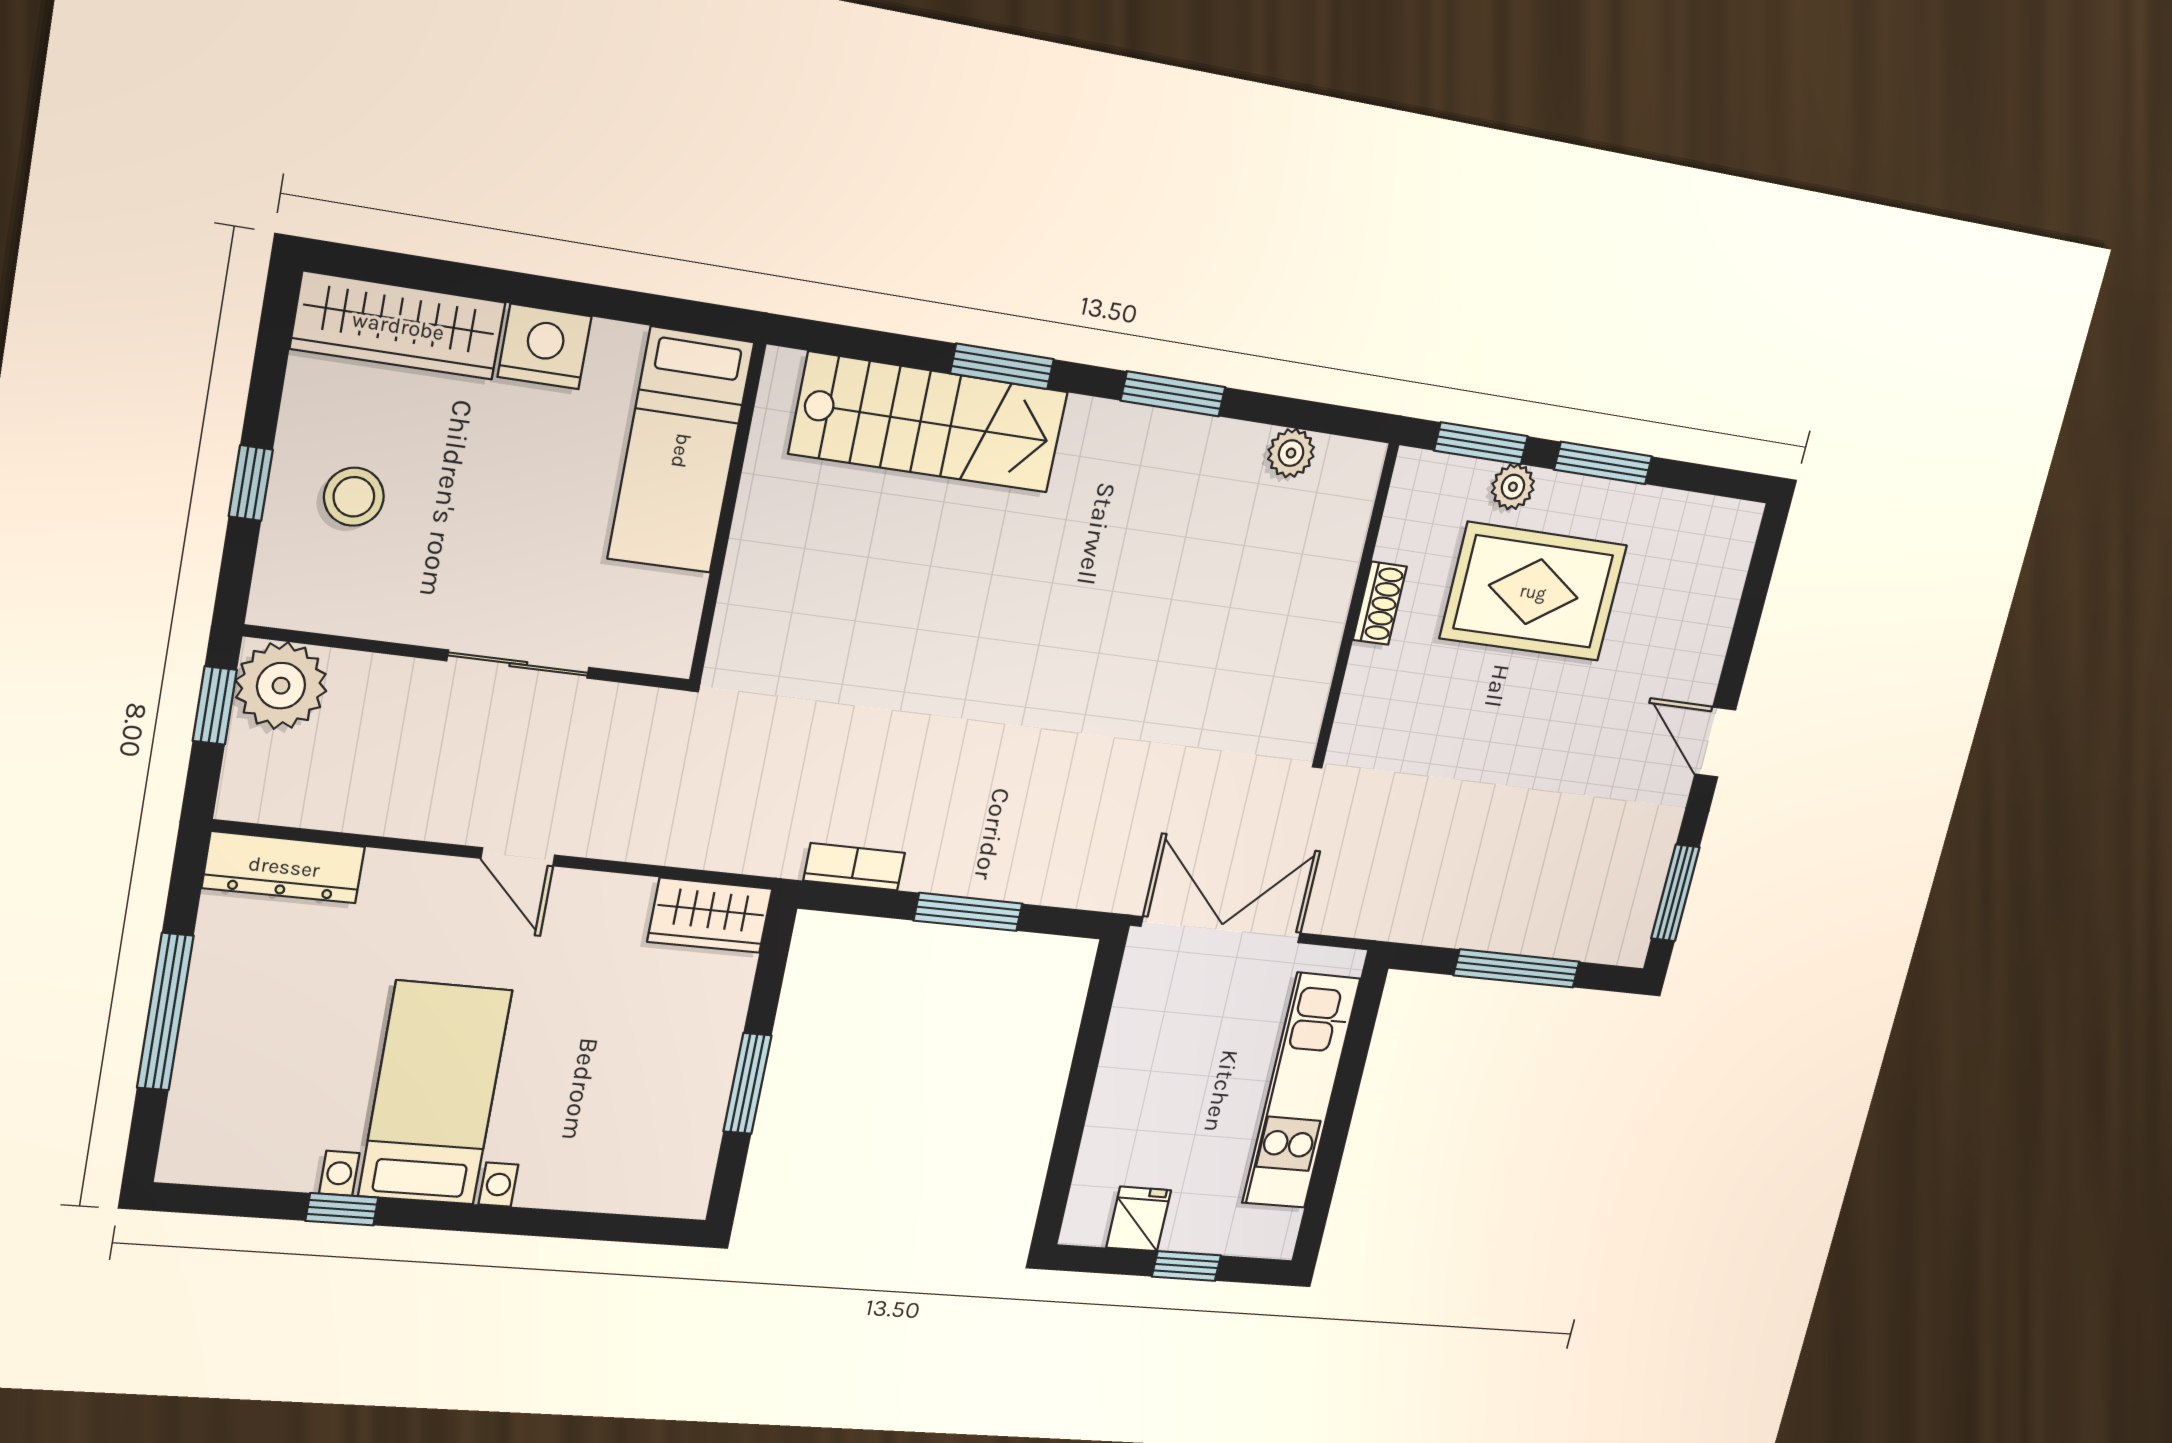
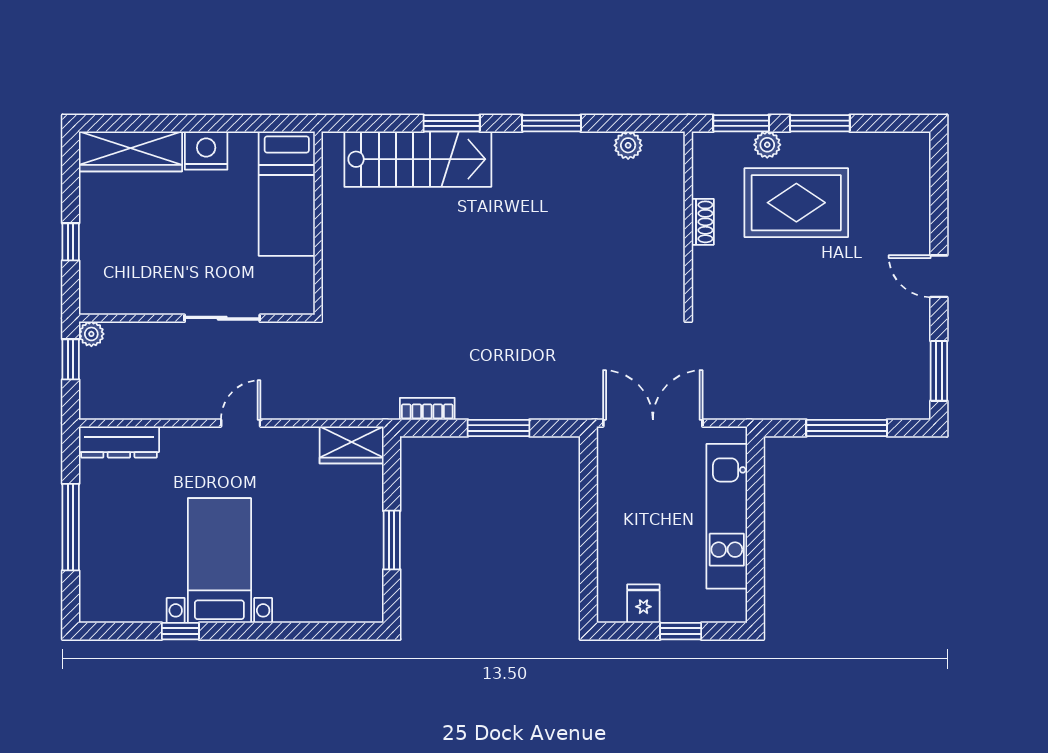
stool: (354, 497) -> (123, 242), removed
plant: (281, 686) -> (91, 334), width x0.53, depth x0.53
door: (518, 857) -> (241, 423), swing flipped

